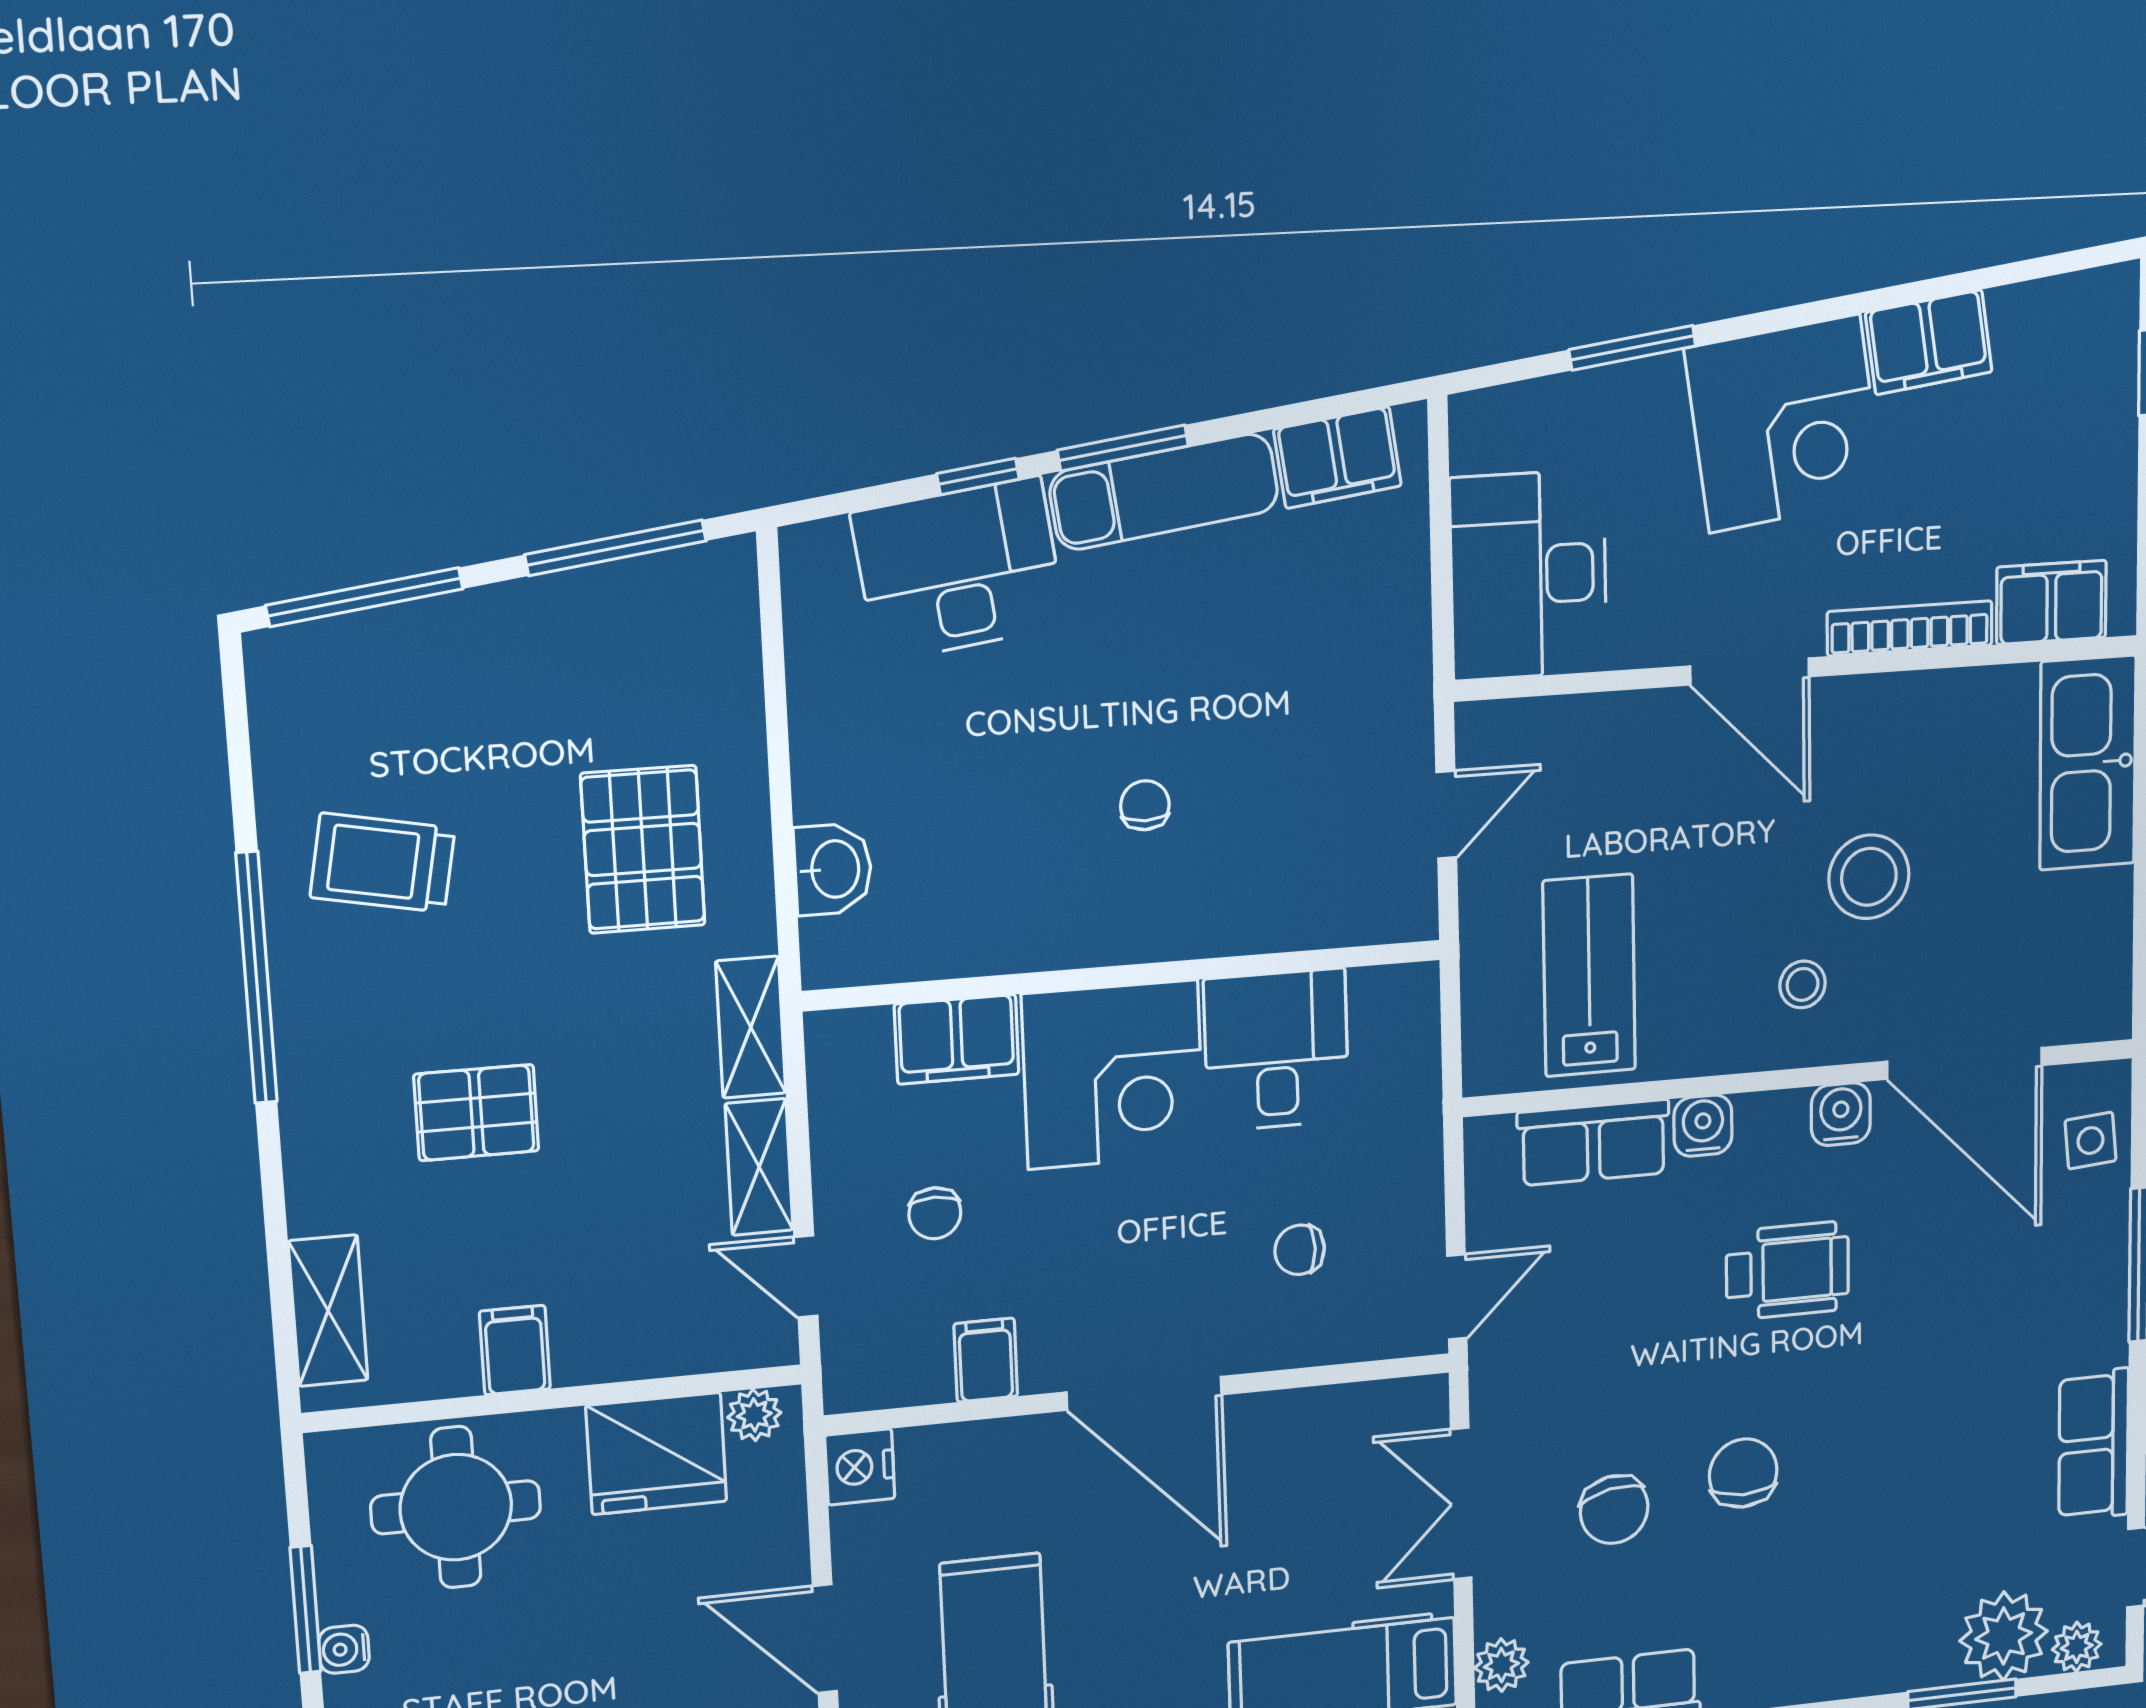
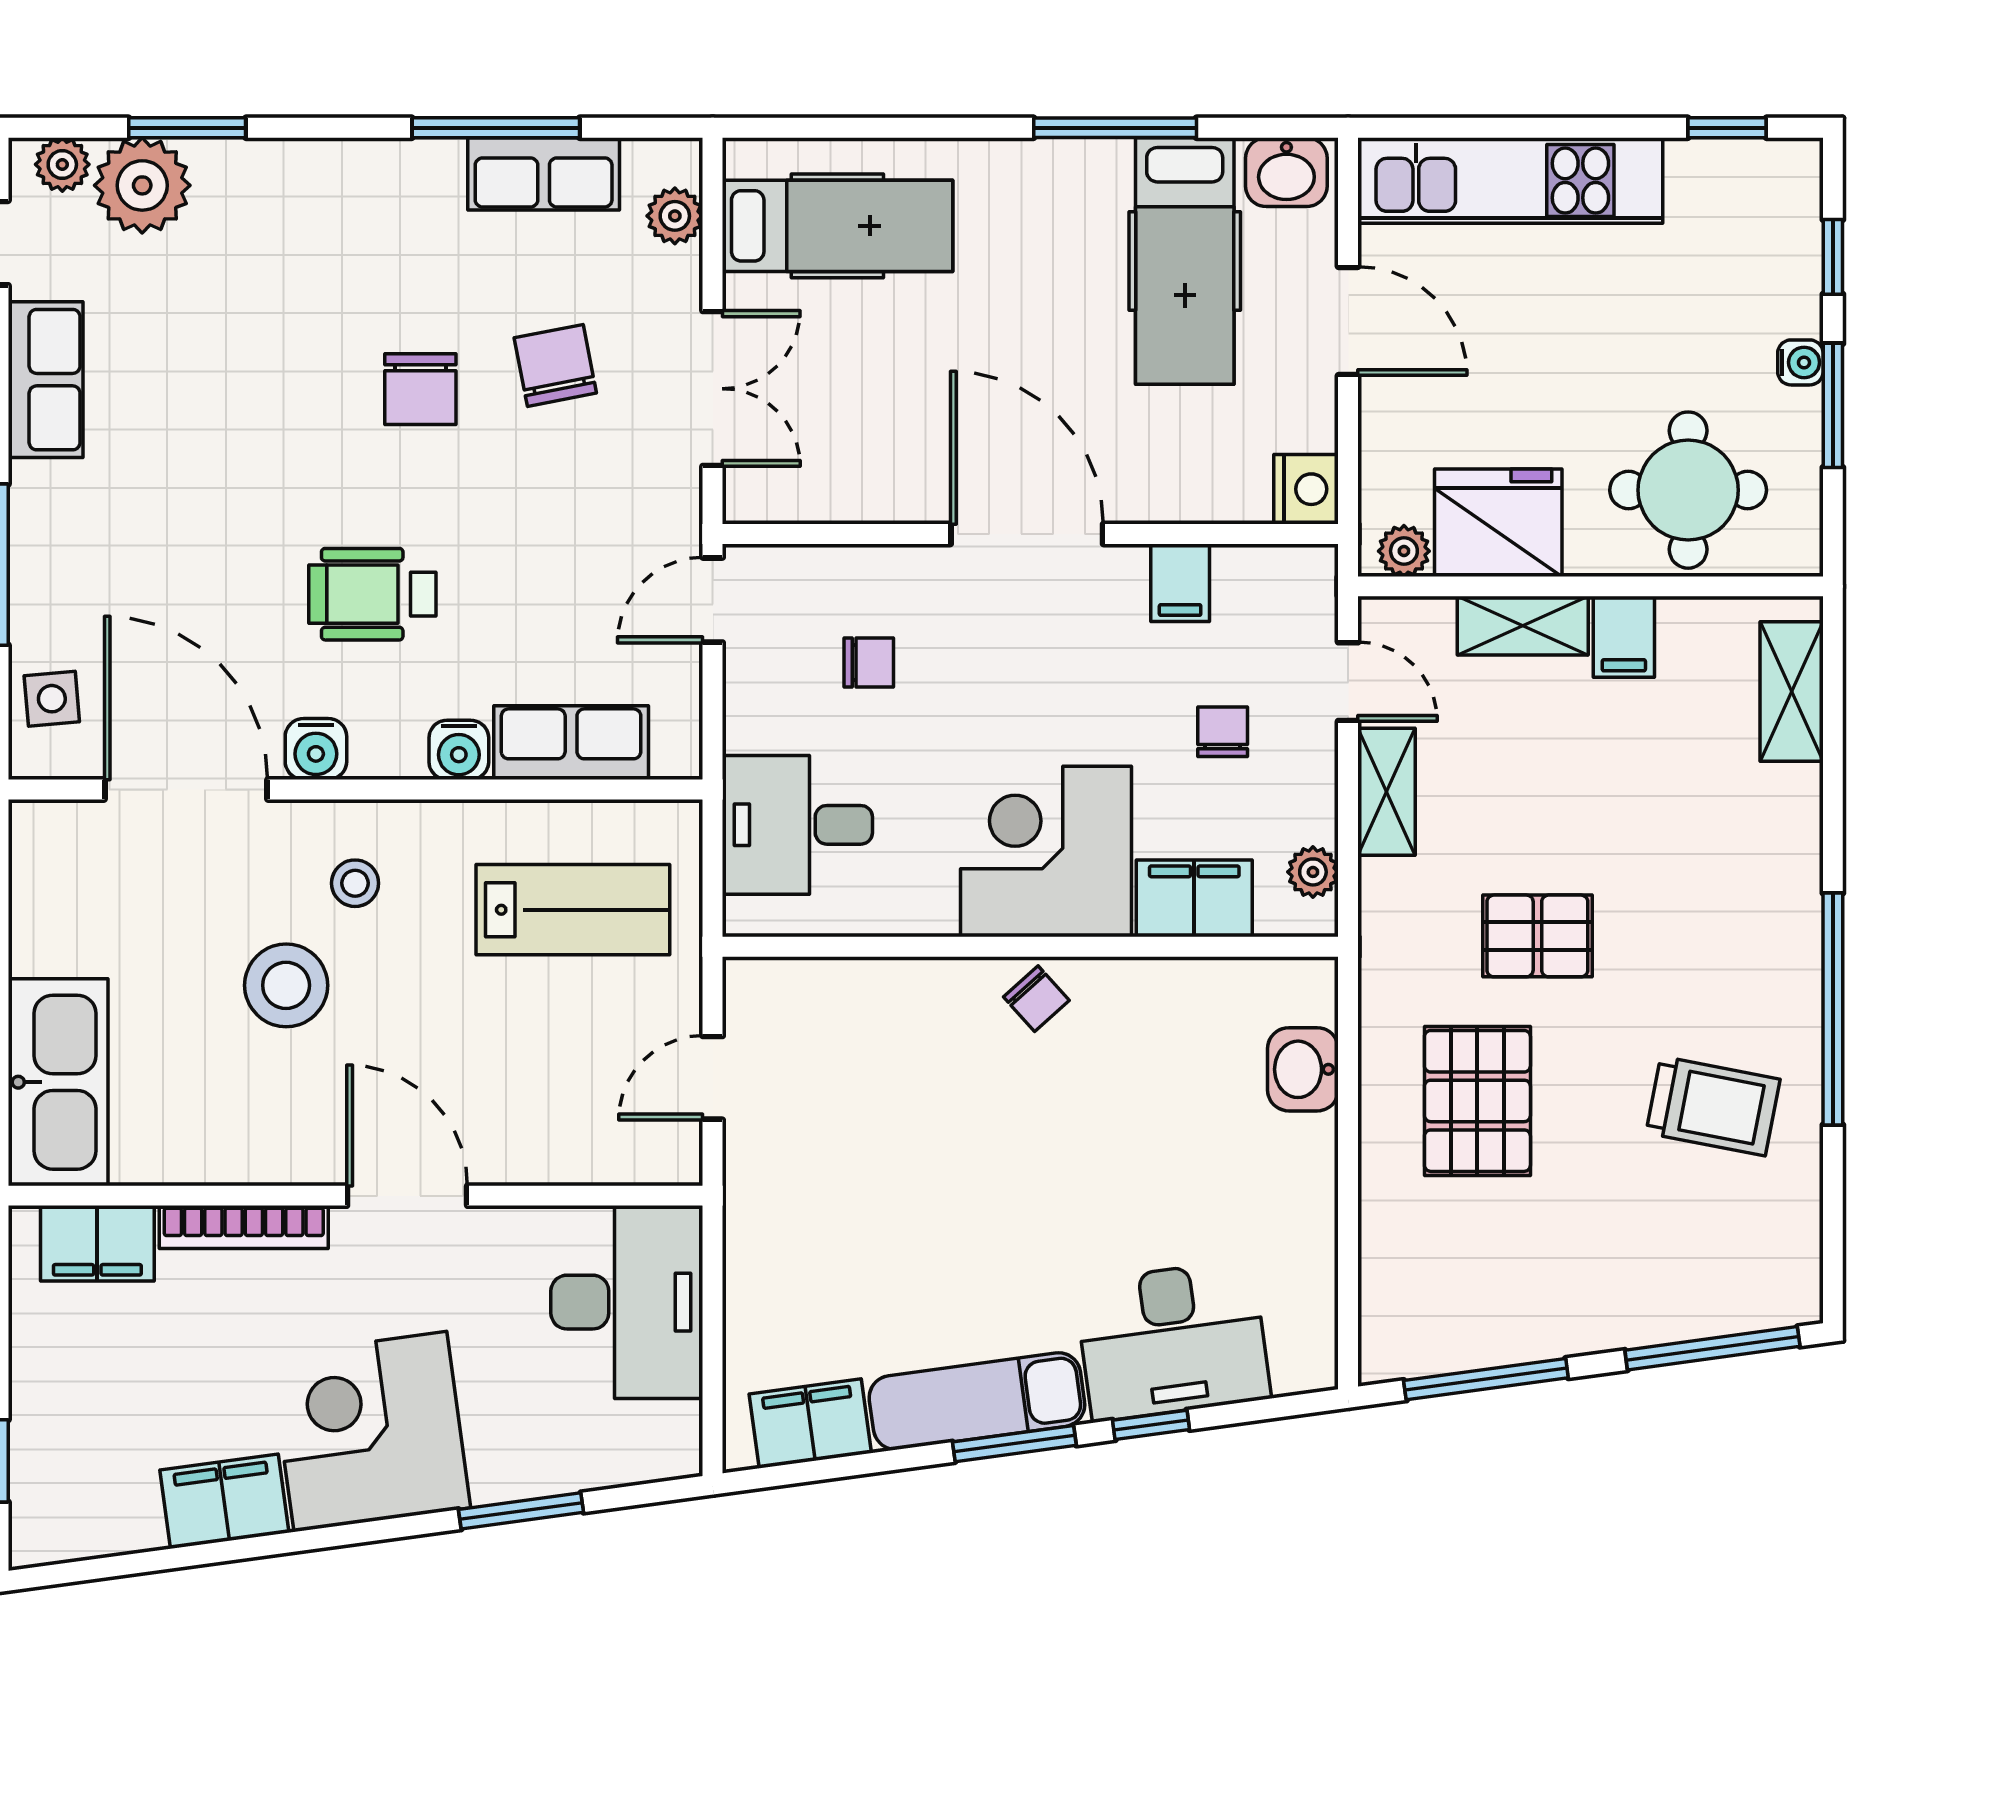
chair: (1145, 805) -> (1036, 999), moved, turned -42
lab bench: (1589, 975) -> (573, 910), turned -90
shelving: (751, 1027) -> (1523, 626), moved, turned 90
desk: (1277, 1050) -> (797, 825), moved, turned 90
plant: (833, 1077) -> (1313, 872), added
pallet: (476, 1113) -> (1537, 936), moved

